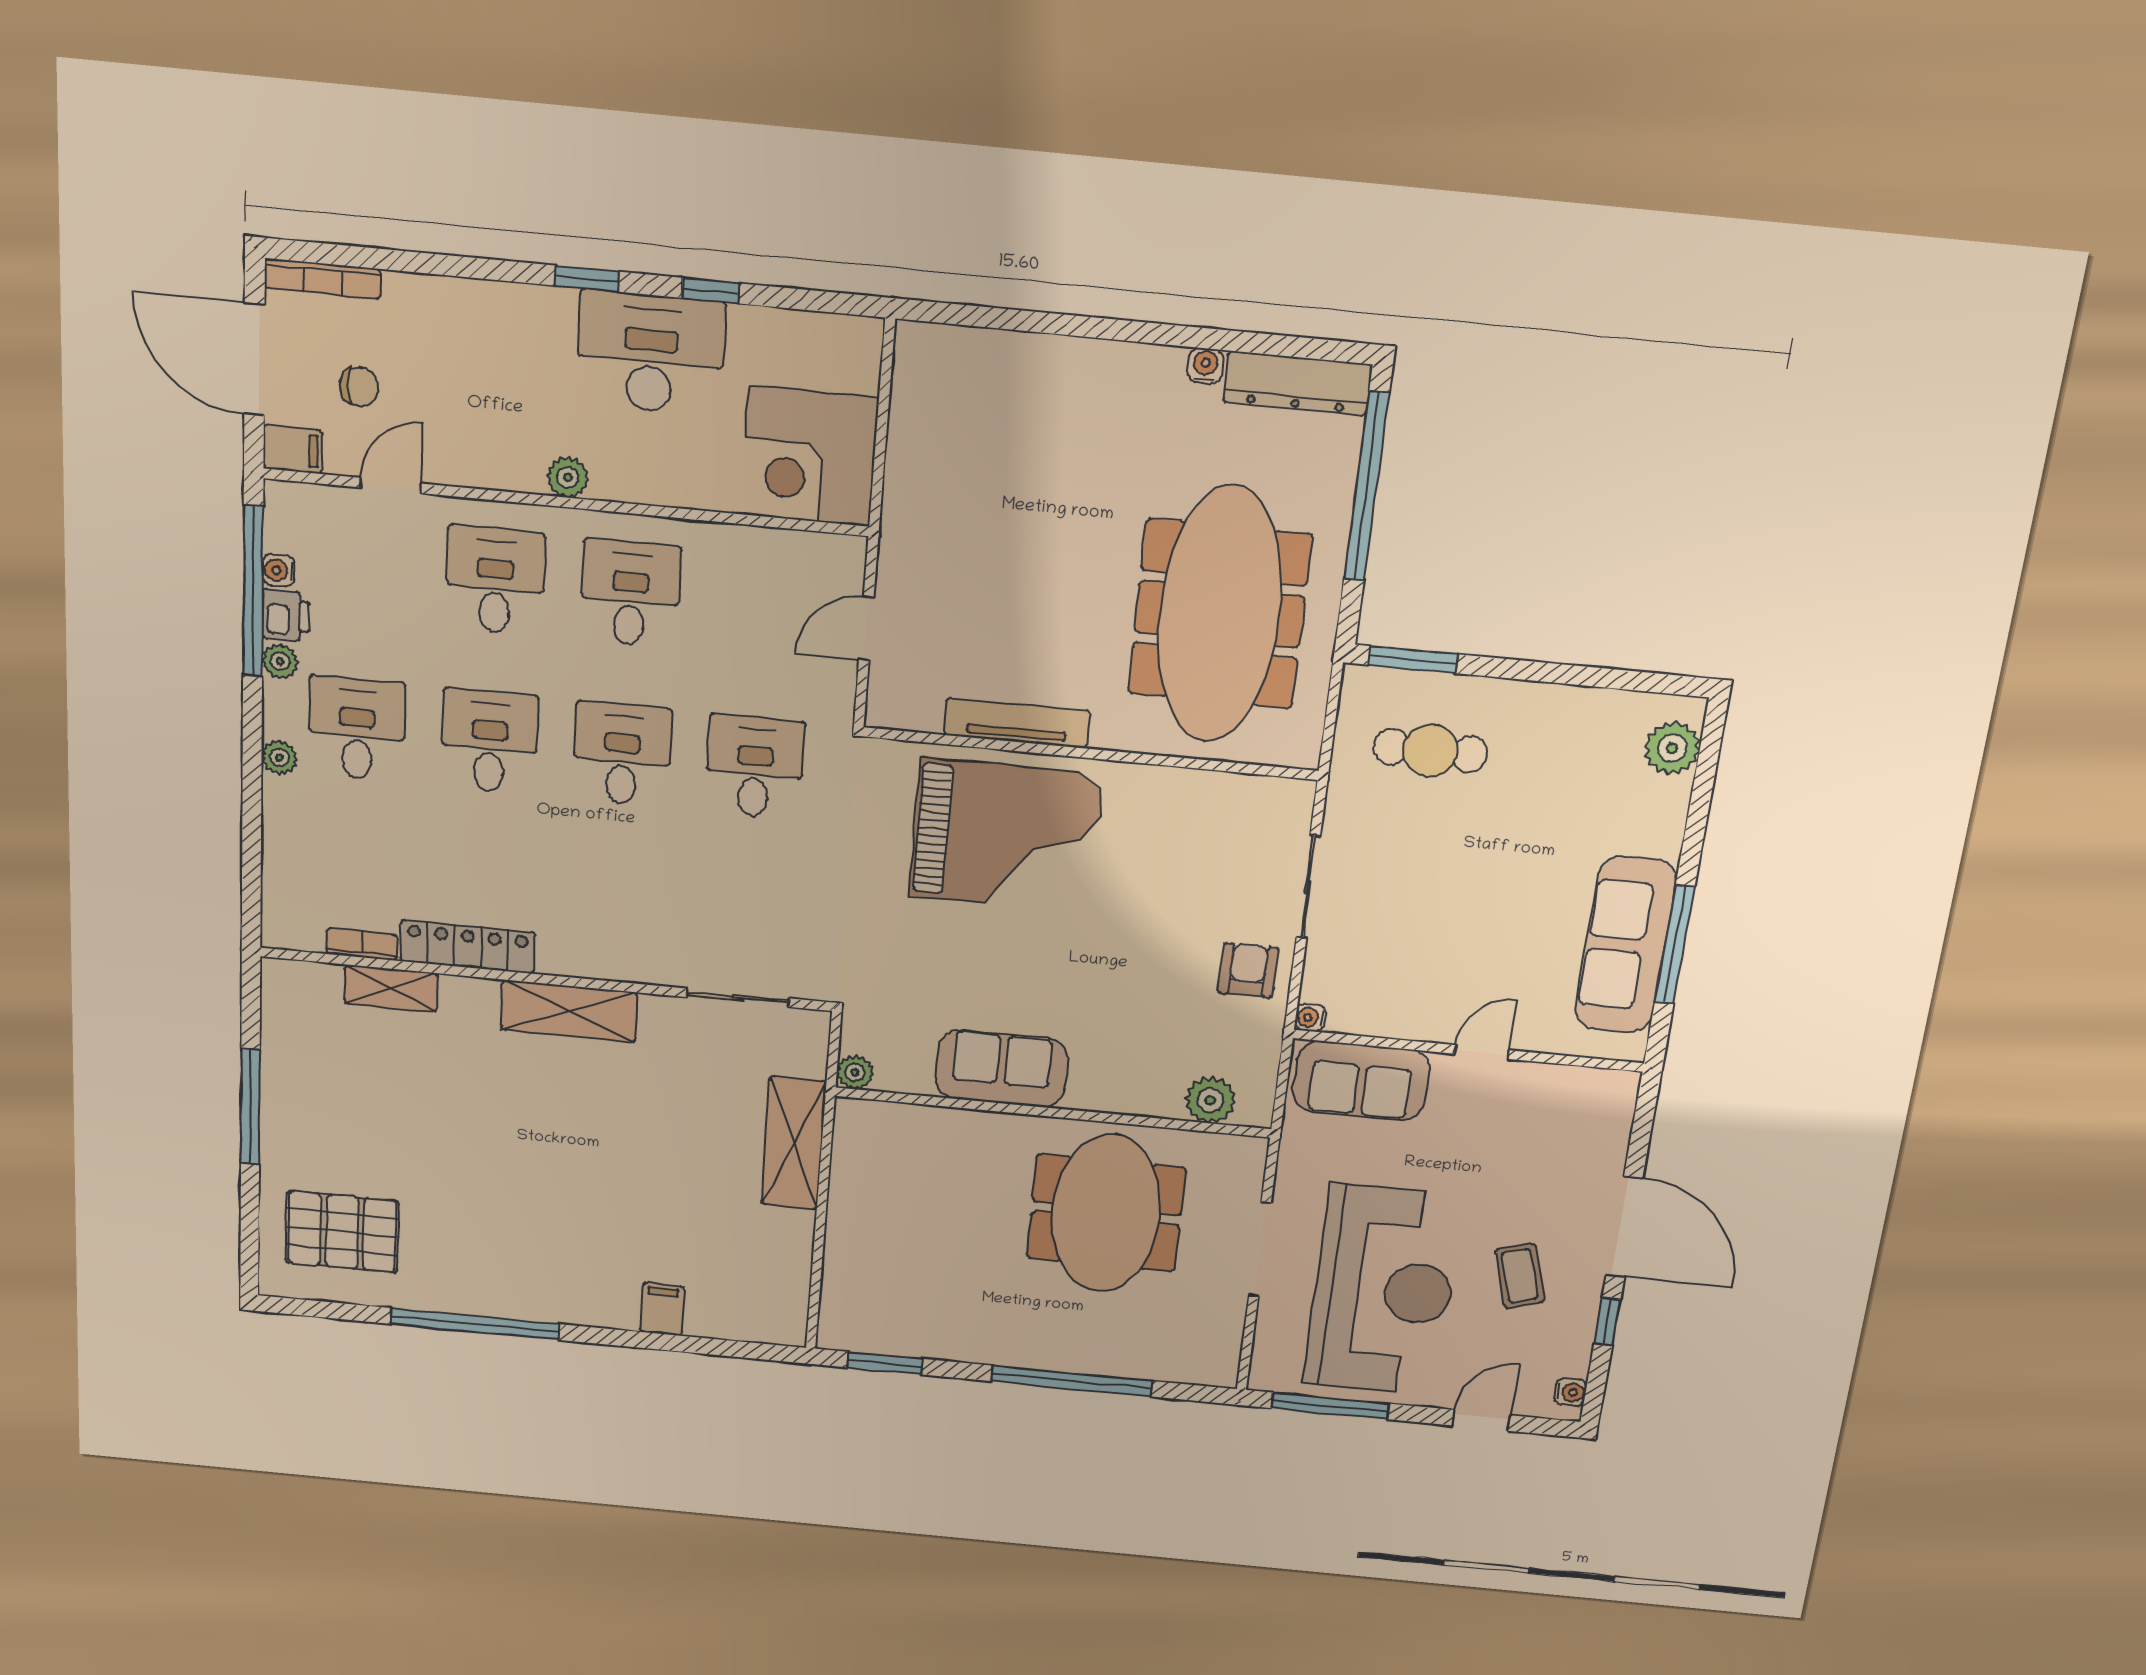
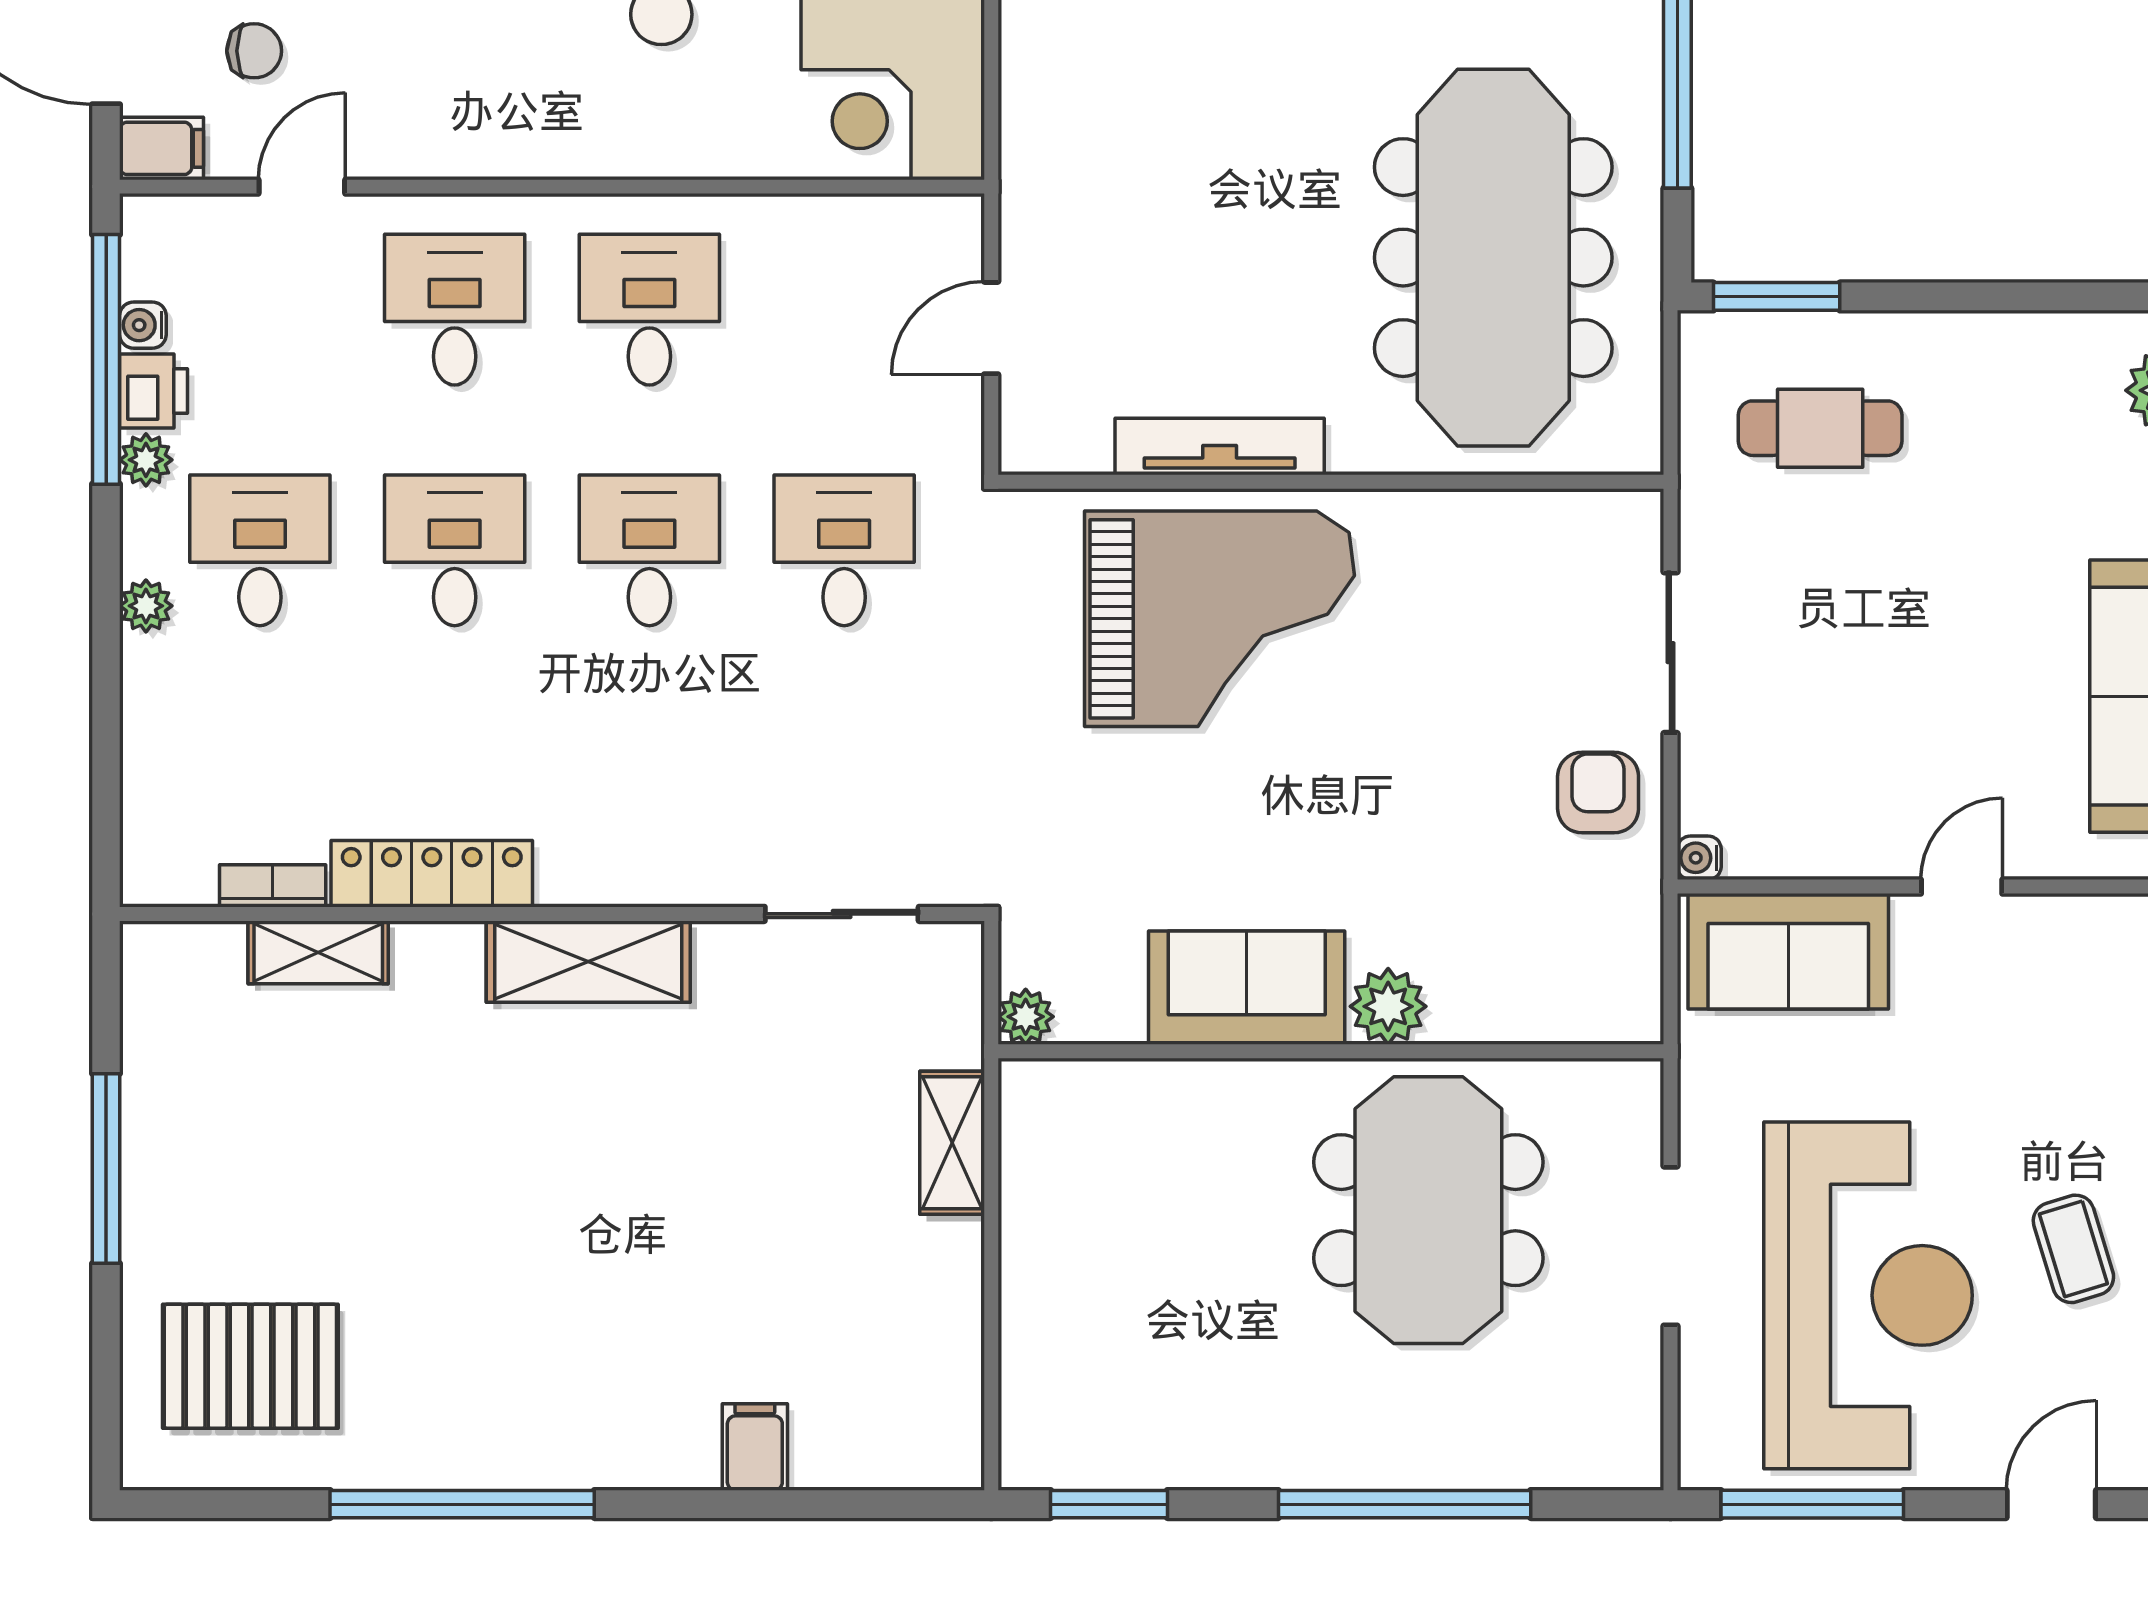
plant: (568, 477) -> (553, 151), removed
plant: (1210, 1100) -> (1388, 1006), moved
shelving: (794, 1143) -> (952, 1143), width x0.67, depth x0.75

